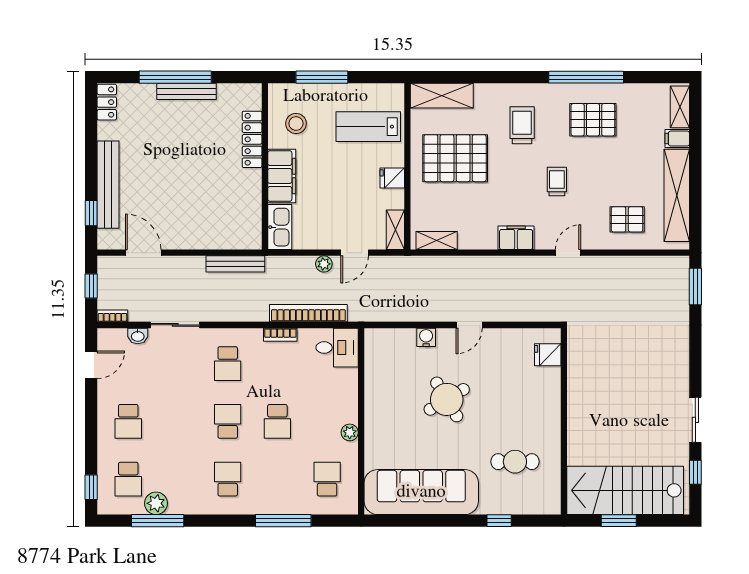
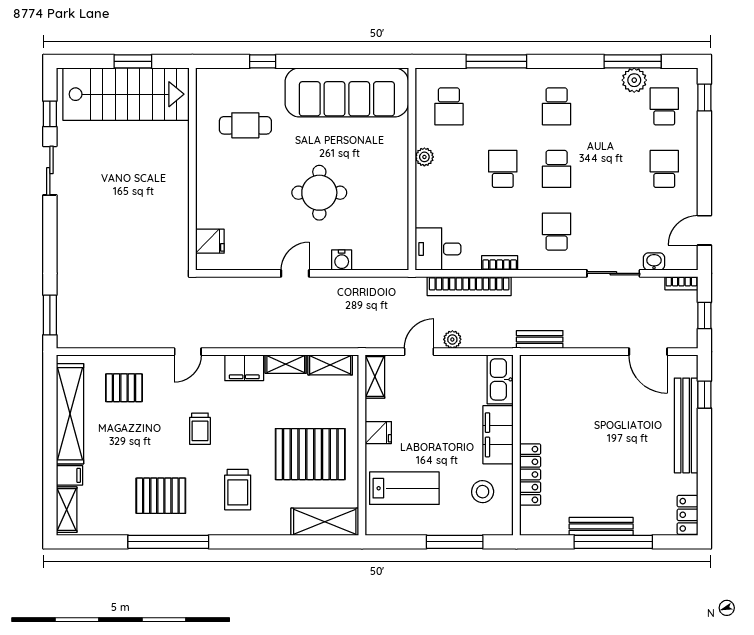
shelving: (478, 241) -> (286, 364), added
bench: (235, 264) -> (540, 339), width x0.73
round table: (447, 399) -> (319, 193), turned 31

